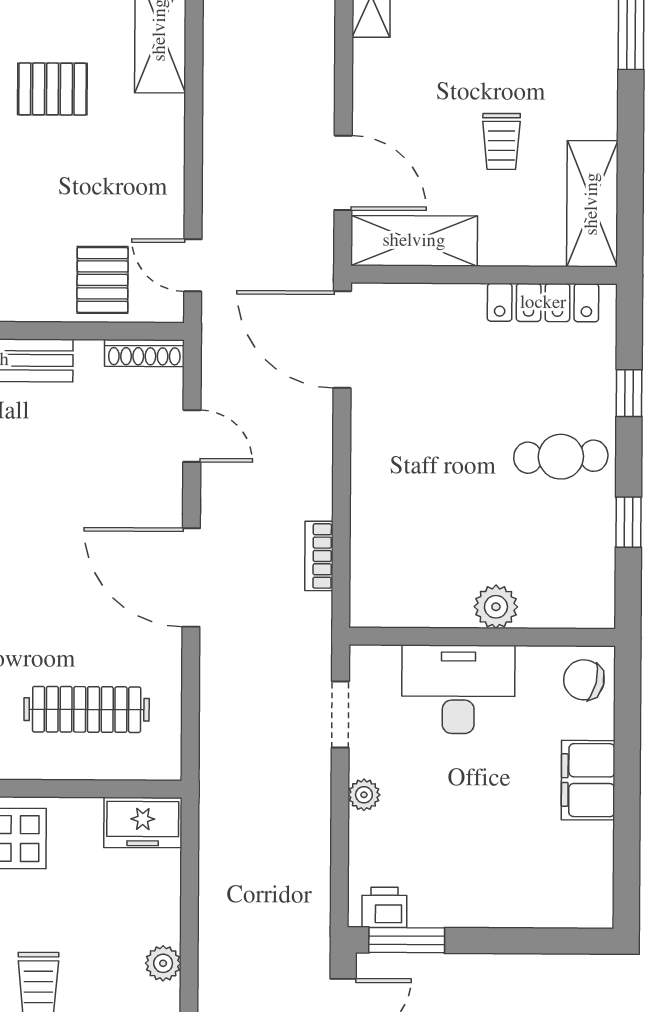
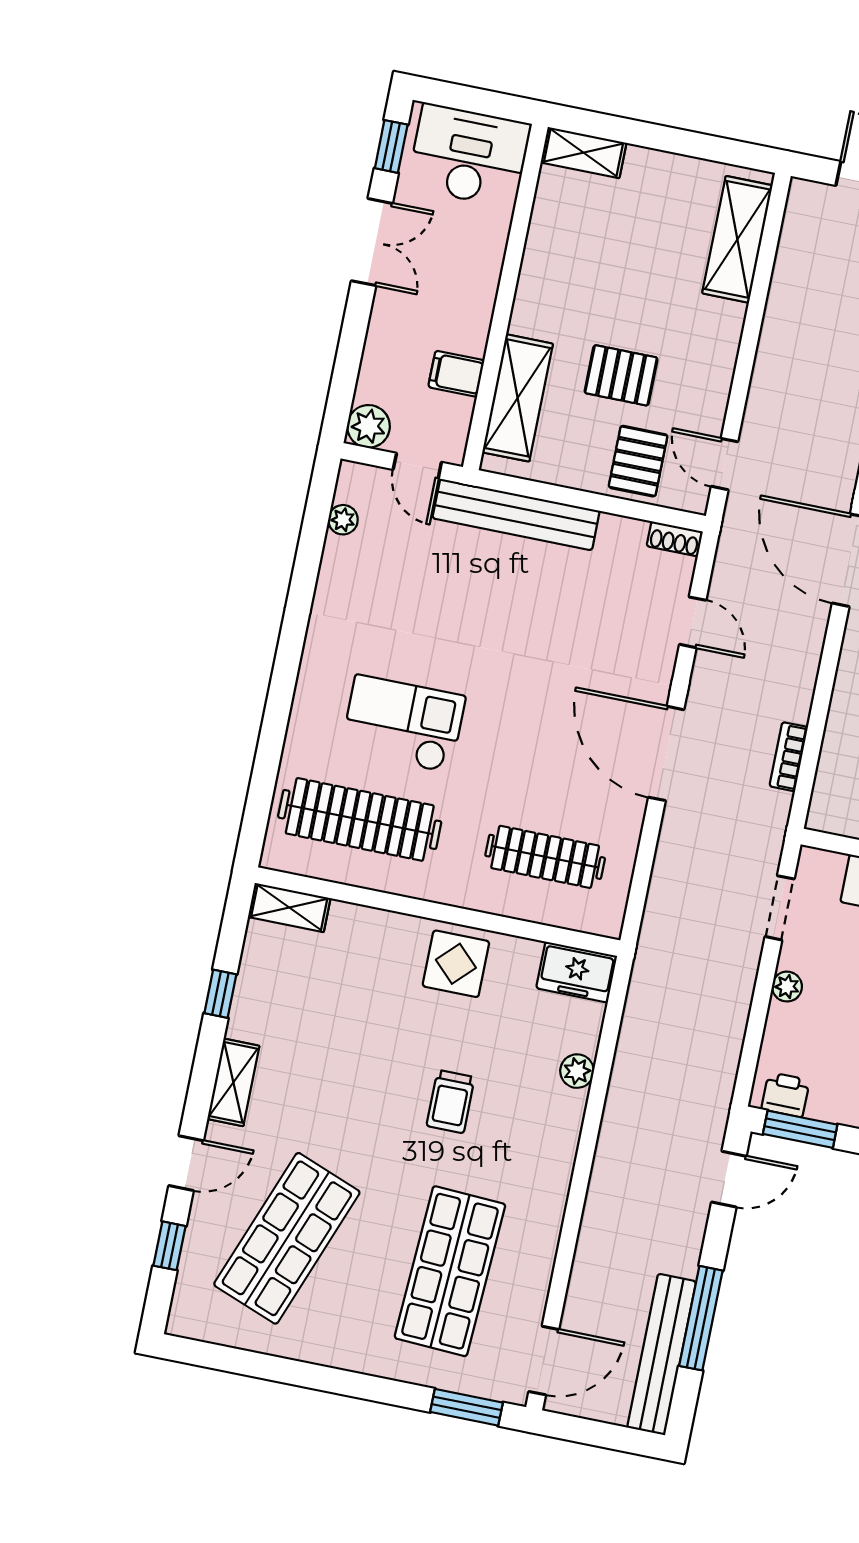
pallet: (52, 89) -> (621, 375), moved
shoe rack: (144, 353) -> (675, 539), width x0.70
plant: (163, 963) -> (577, 1071), moved

